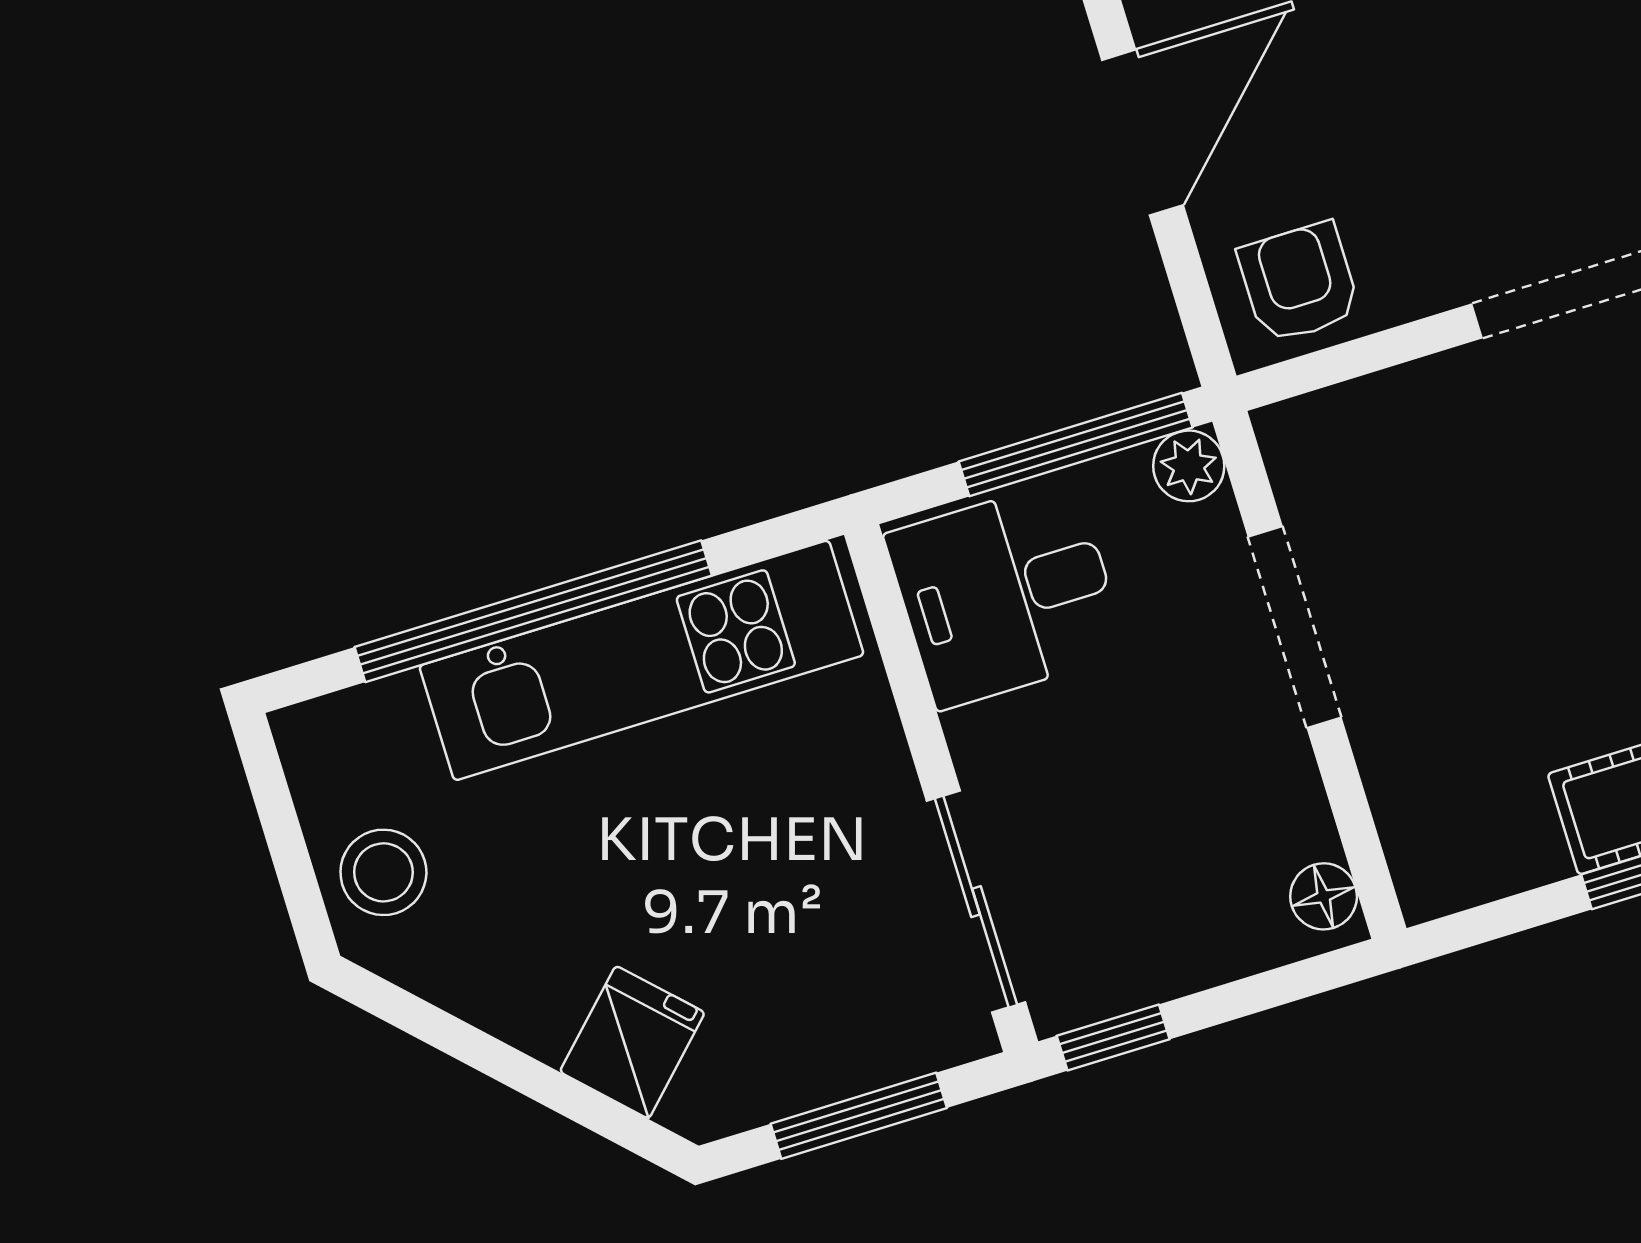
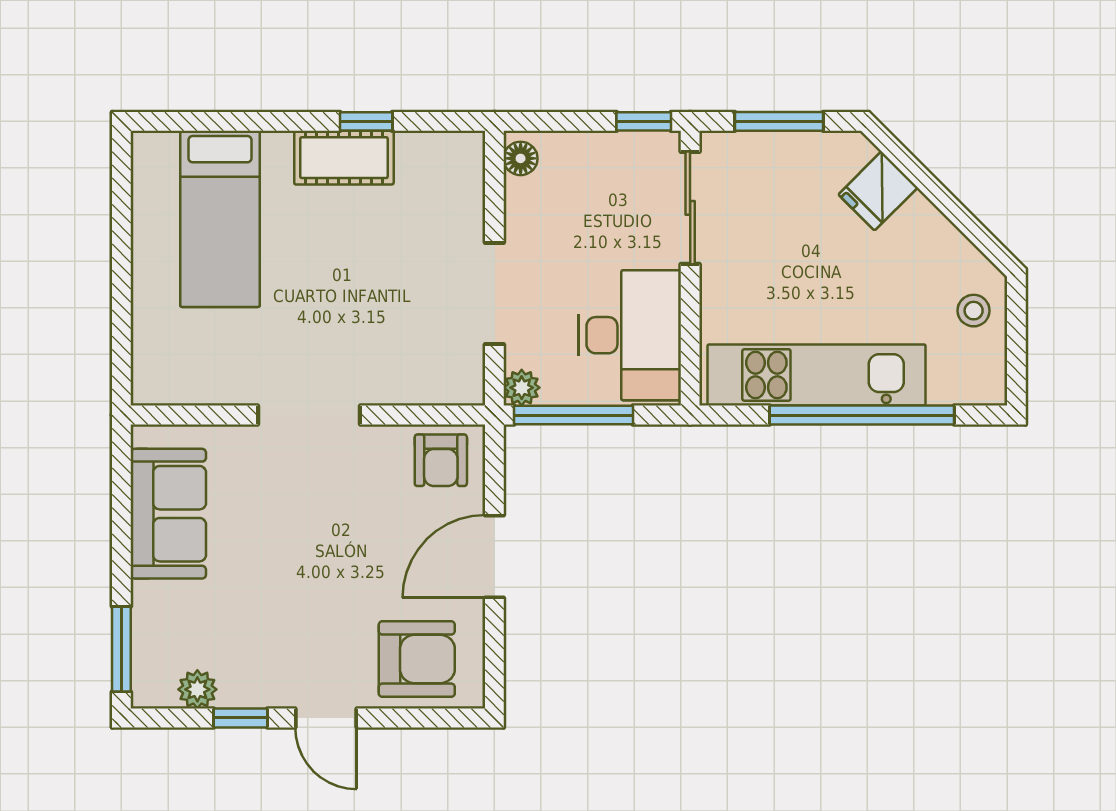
desk: (1006, 594) -> (630, 335), width x1.37
stool: (383, 872) -> (974, 311), width x0.73, depth x0.73

